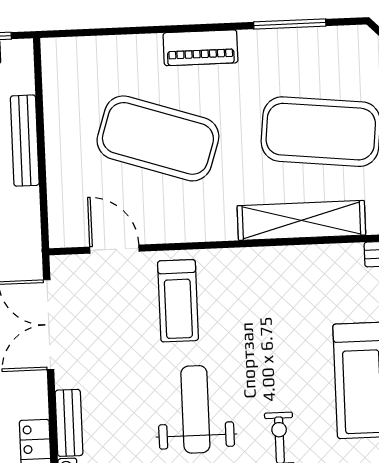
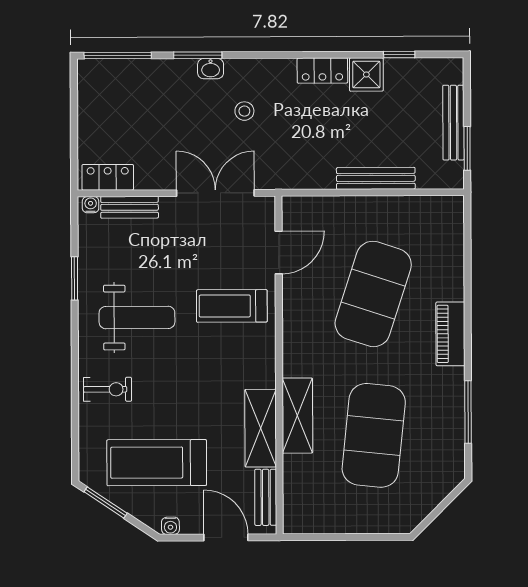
shelving: (301, 220) -> (297, 416), width x0.68
shelving: (317, 262) -> (261, 428), added

